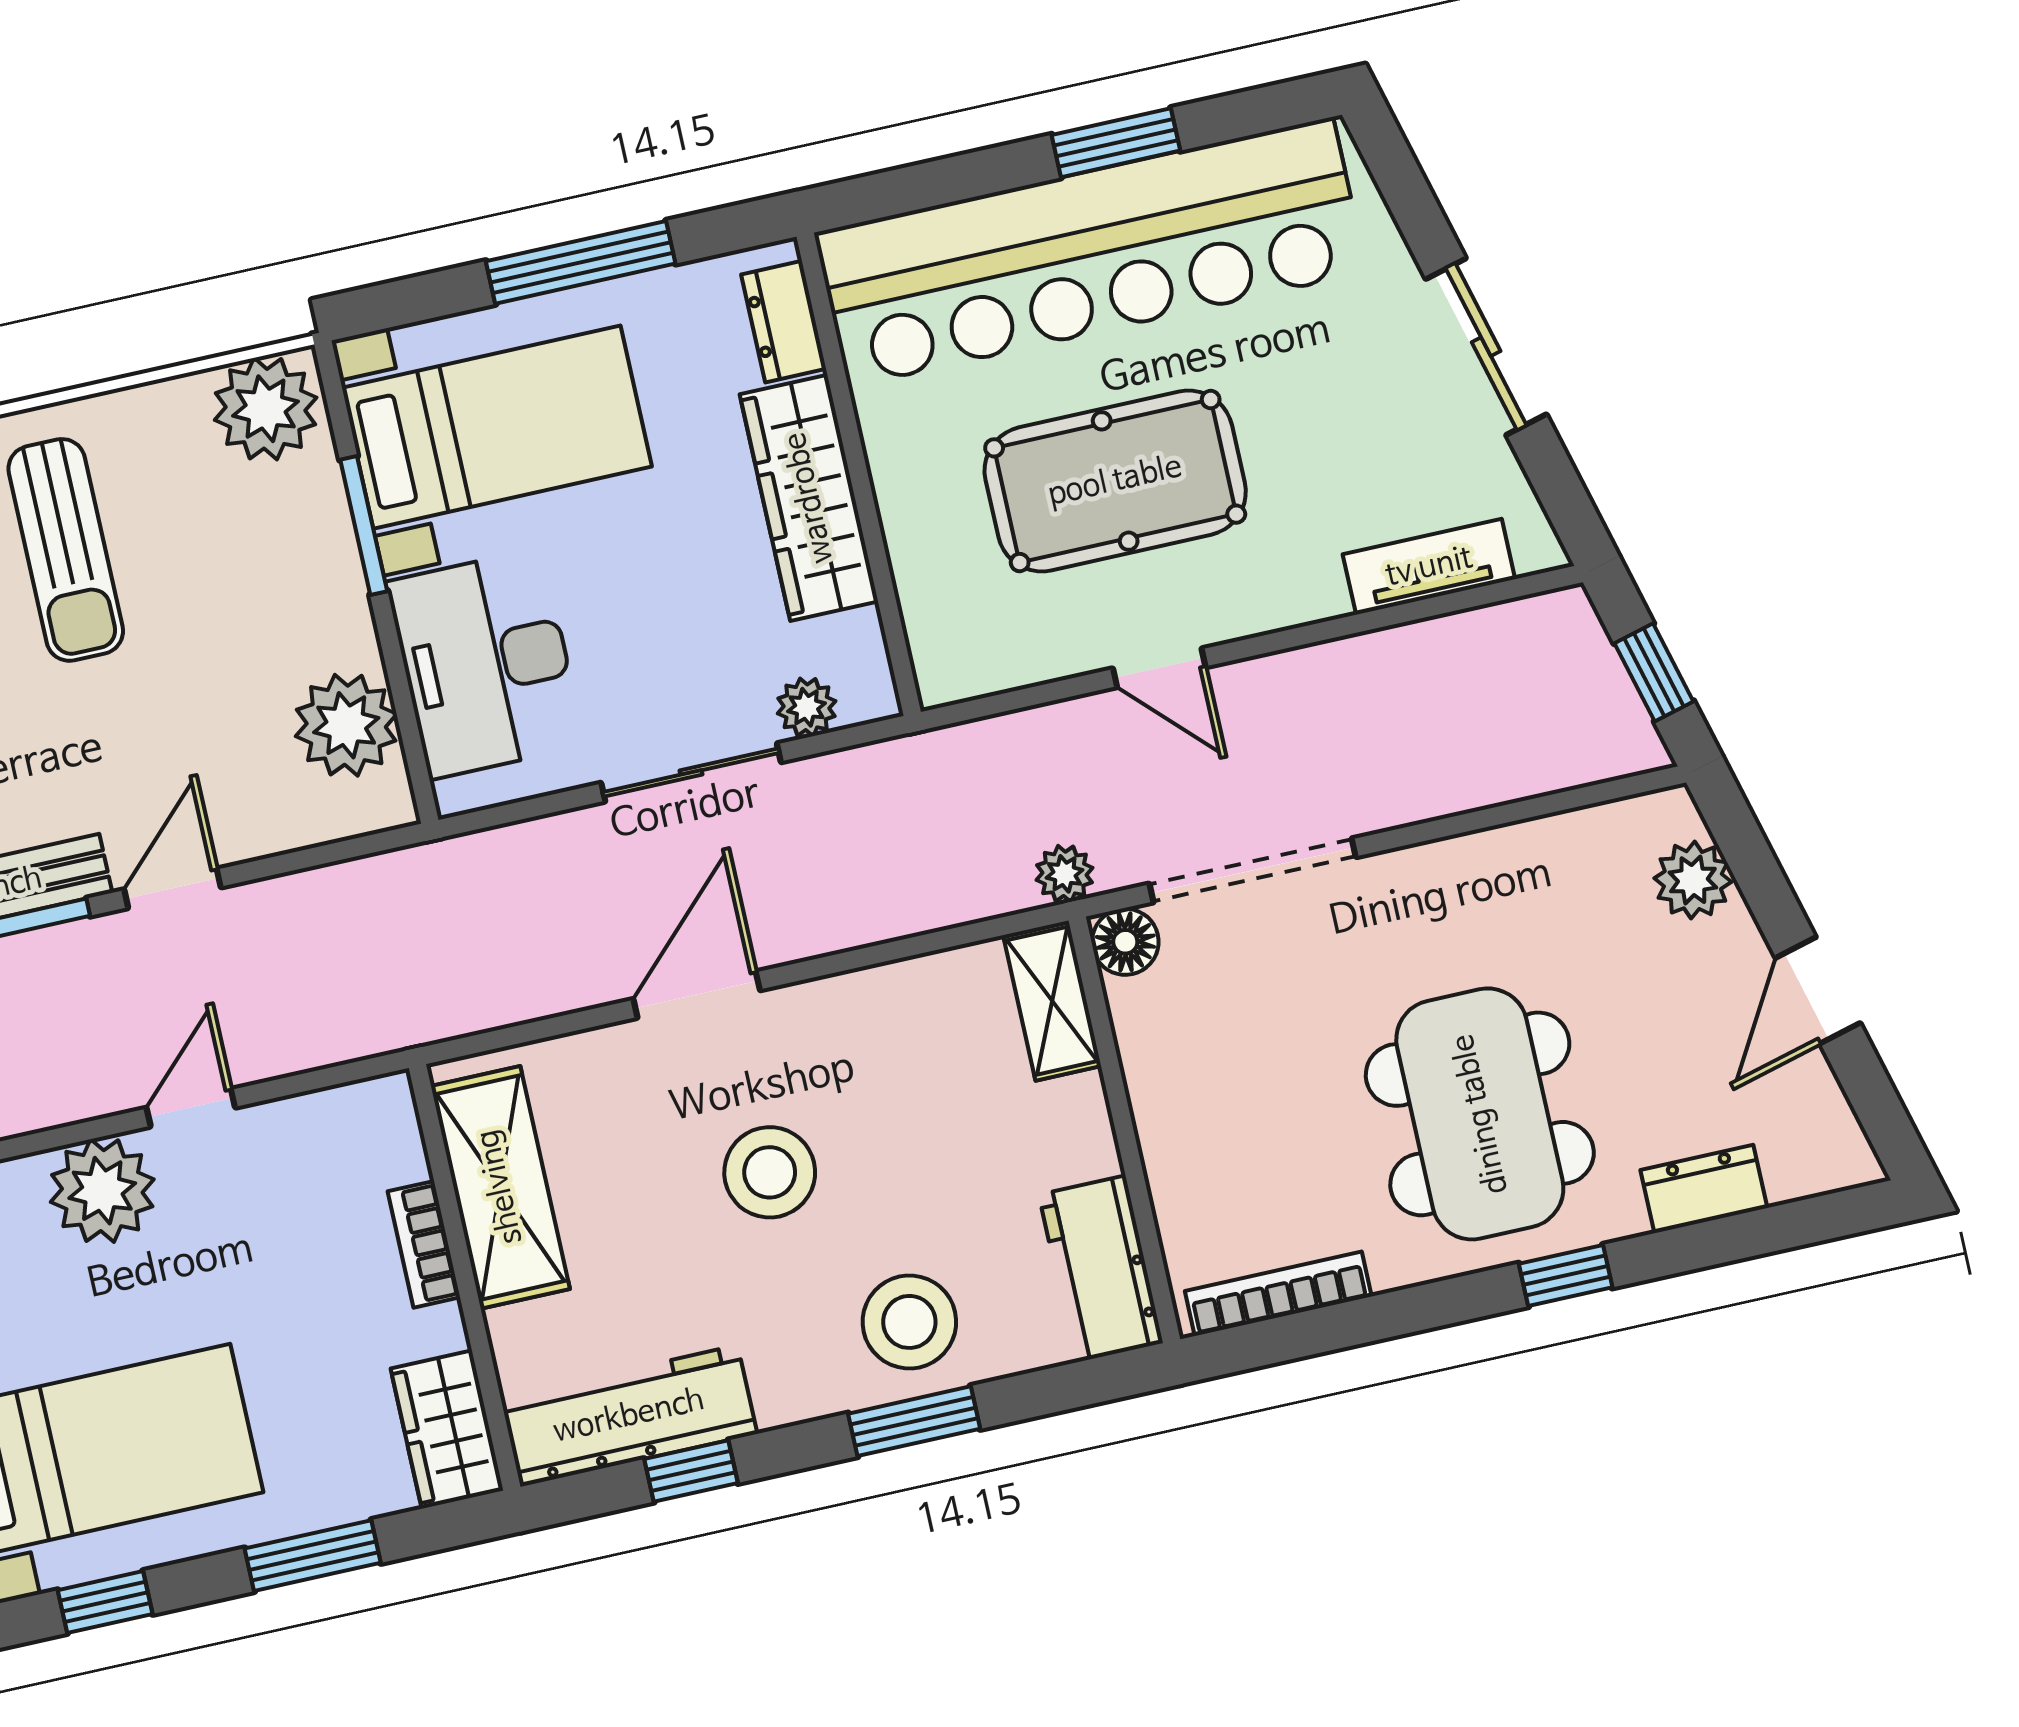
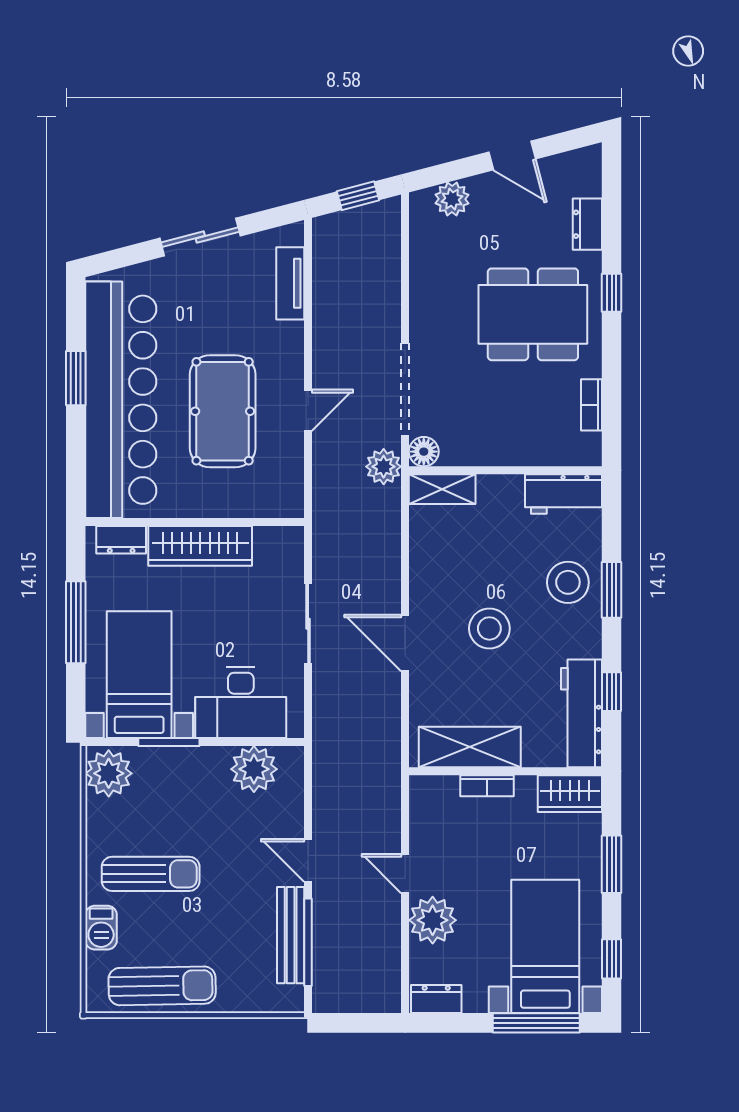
plant: (807, 707) -> (291, 567), removed
plant: (1065, 874) -> (384, 467), width x1.38, depth x1.38
bookcase: (1278, 1294) -> (591, 405), width x0.64

